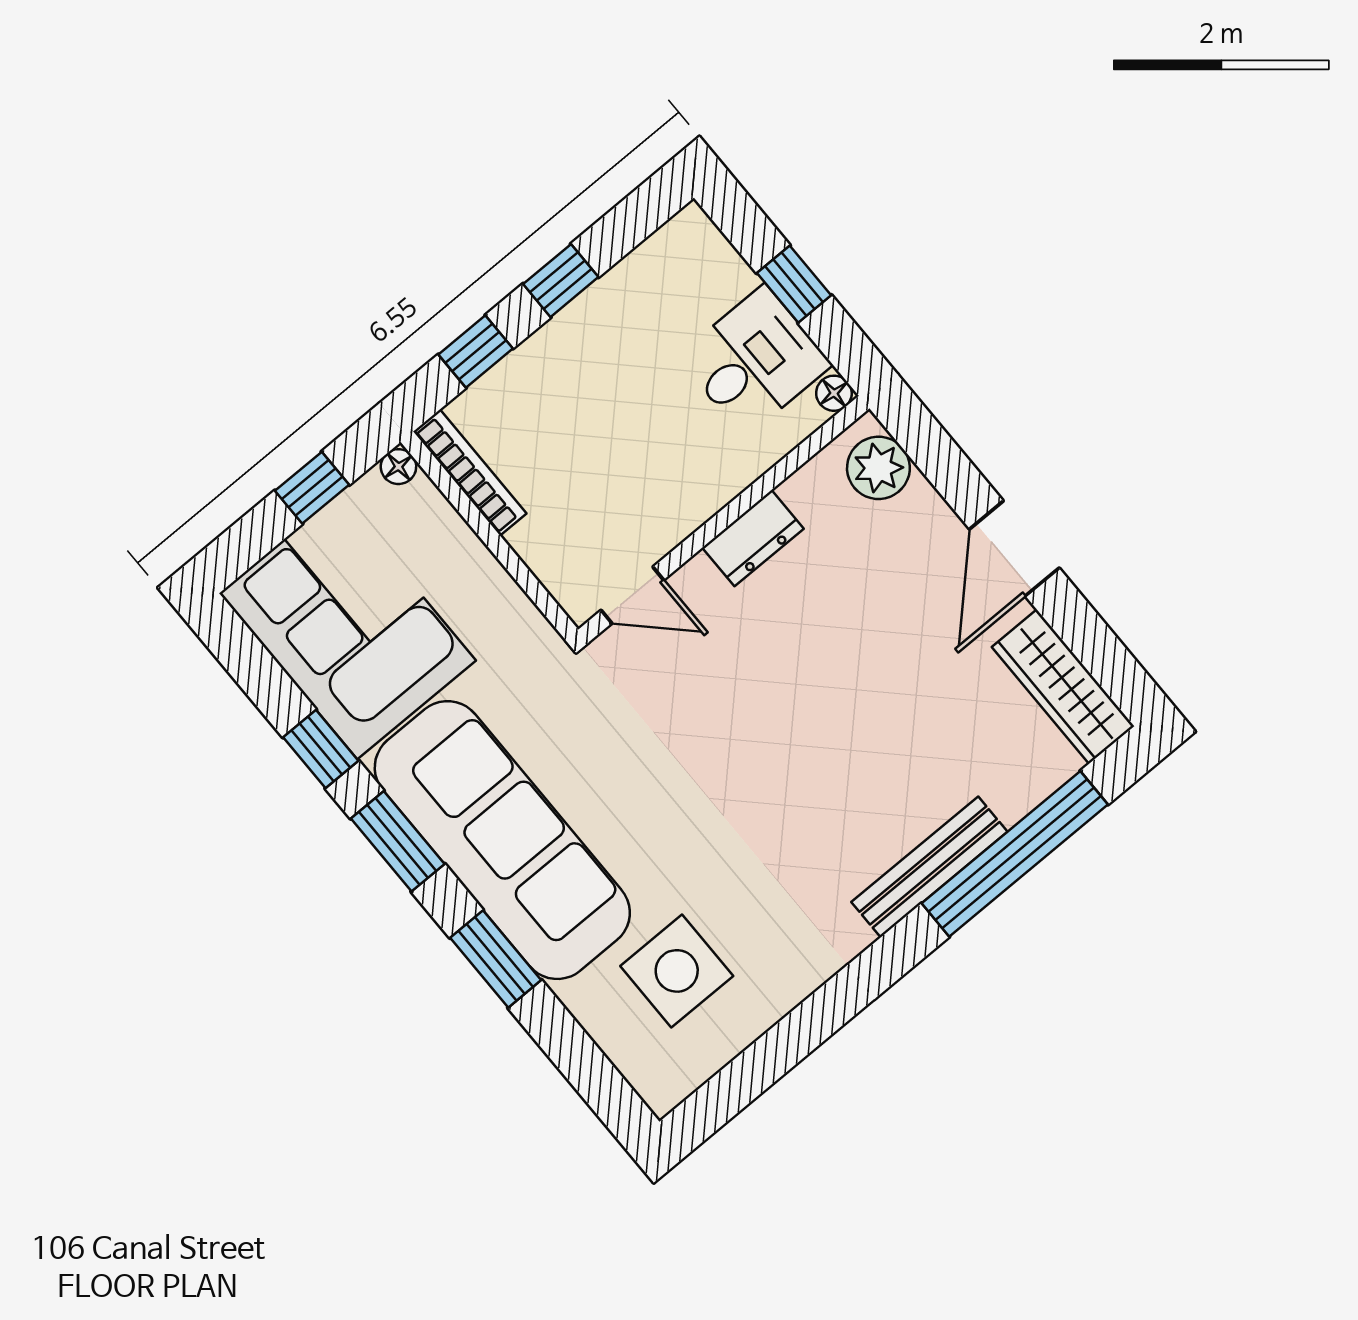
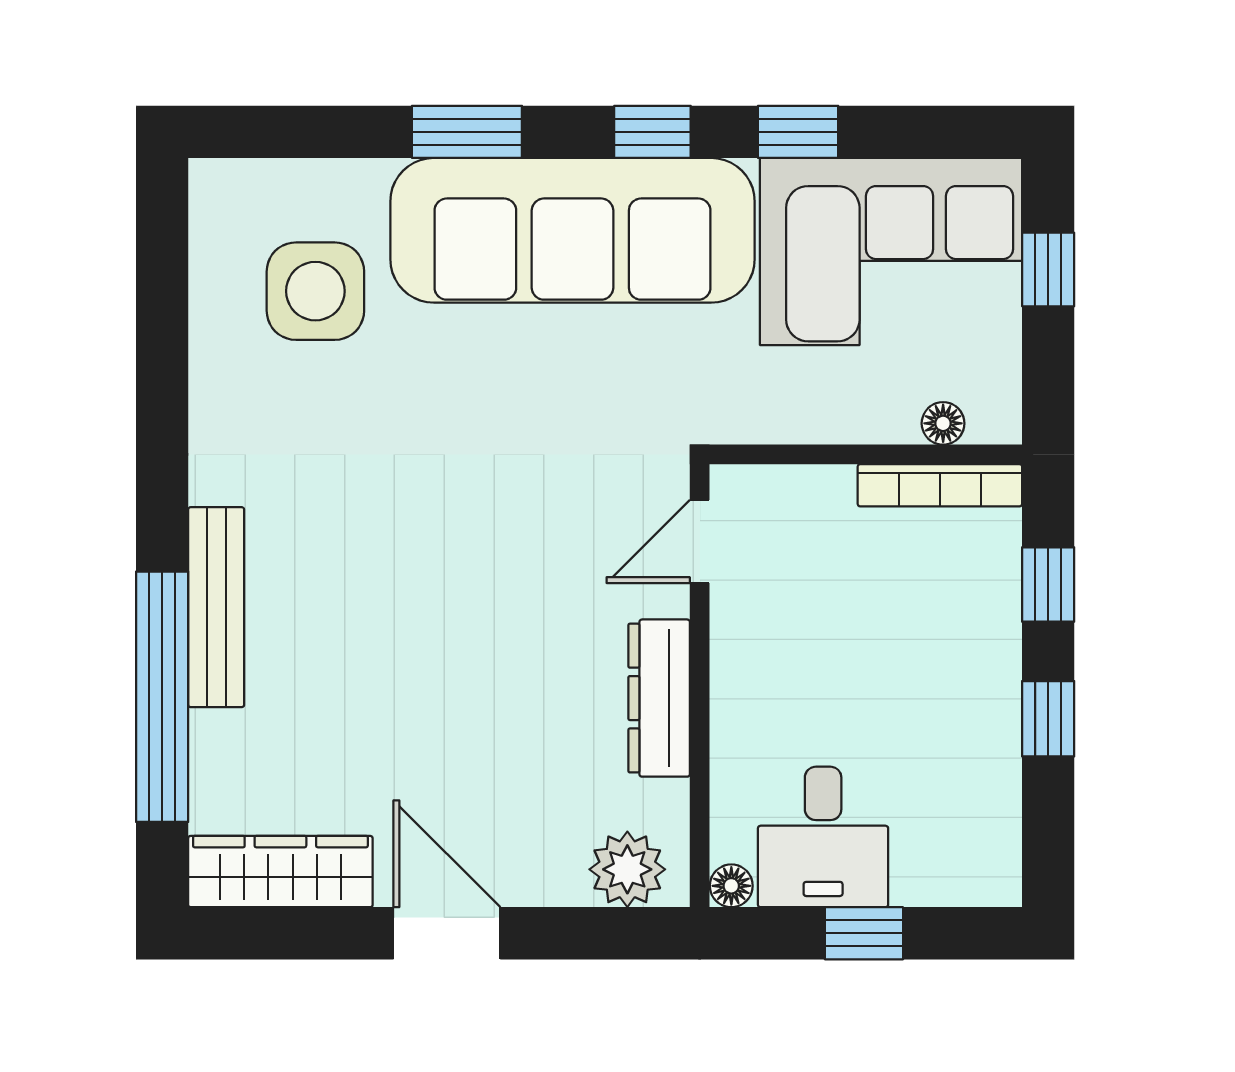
floor lamp: (398, 467) -> (943, 423), moved
window: (312, 488) -> (1048, 270), moved
dresser: (753, 538) -> (659, 698), width x1.44
window: (398, 841) -> (652, 132), width x0.67

